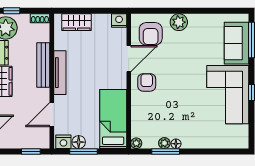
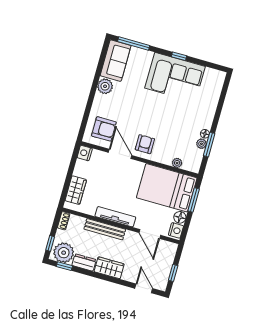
plant: (179, 22) -> (105, 86), moved
sofa: (236, 43) -> (116, 61), moved, turned -90
armchair: (147, 82) -> (145, 144), turned 90
bed: (113, 119) -> (167, 188), width x1.50
plant: (136, 143) -> (177, 163), moved
window: (31, 152) -> (173, 273), moved
window: (83, 152) -> (194, 200), moved

